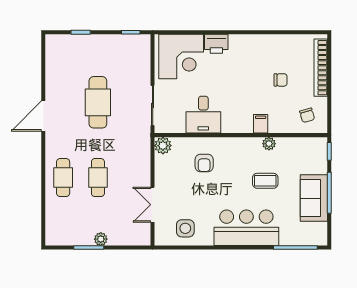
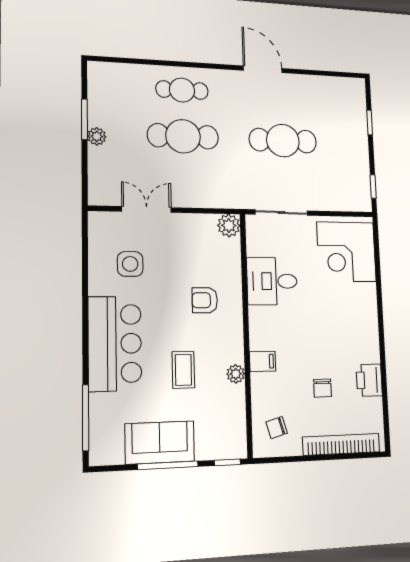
printer: (216, 44) -> (369, 380), moved
armchair: (204, 163) -> (205, 300), moved
cafe table: (98, 178) -> (183, 136), width x1.37, depth x1.35
side table: (185, 228) -> (130, 264), moved

